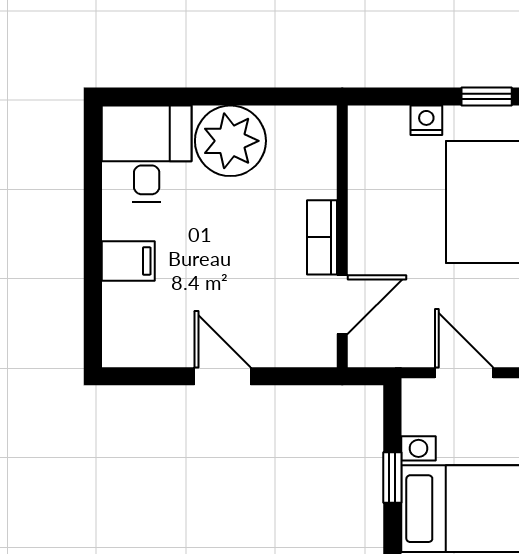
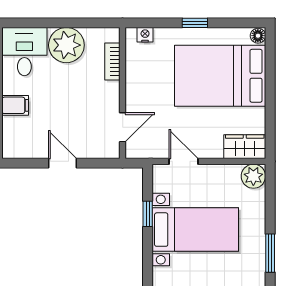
nightstand: (426, 120) -> (145, 35), moved
bookcase: (322, 237) -> (112, 61), moved

